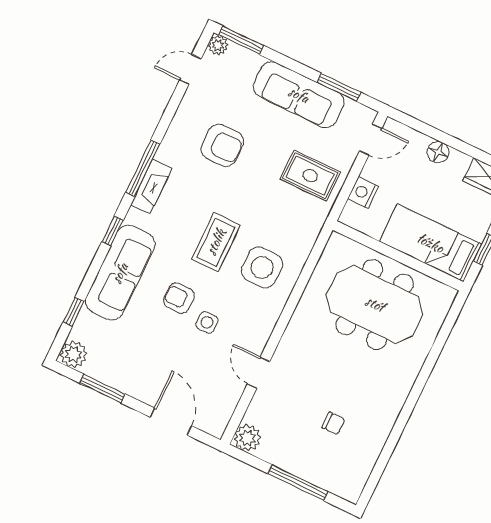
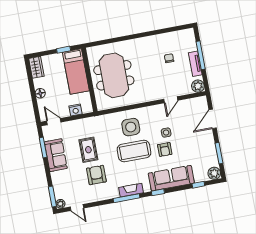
sofa: (299, 95) -> (56, 155), width x0.73
rug: (310, 176) -> (88, 150), moved
coffee table: (216, 242) -> (134, 151), width x1.36, depth x1.32
tv unit: (290, 462) -> (195, 64), added

